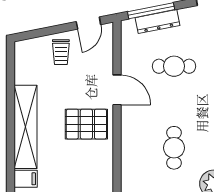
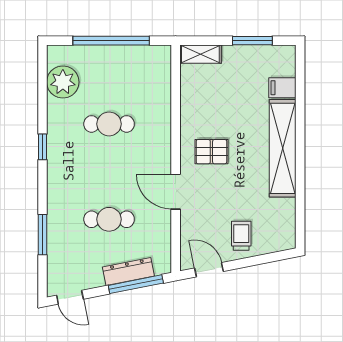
door: (88, 23) -> (209, 270), hinge flipped
pallet: (86, 124) -> (211, 152), width x0.67, depth x0.71
cafe table: (174, 148) -> (109, 124), turned 90

